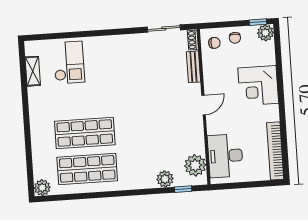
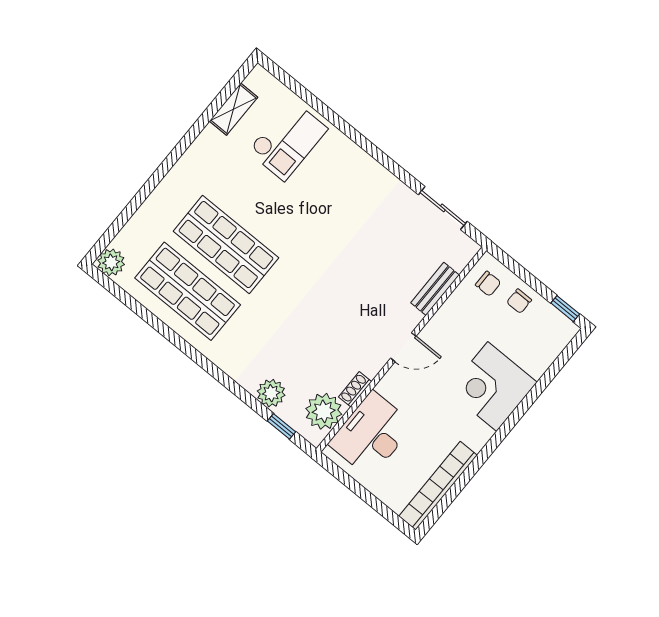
plant: (265, 33) -> (562, 330), removed
shoe rack: (193, 40) -> (355, 389), moved

